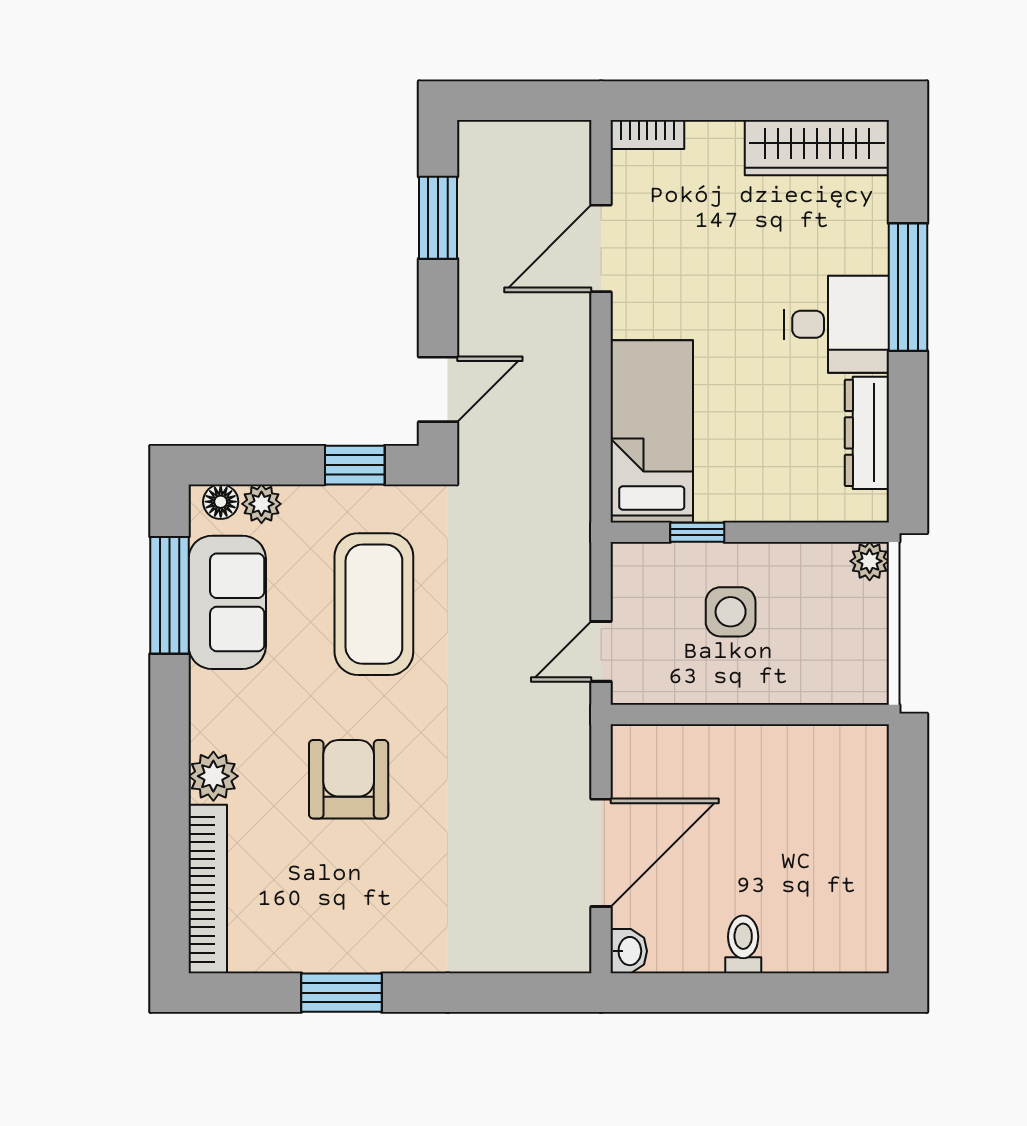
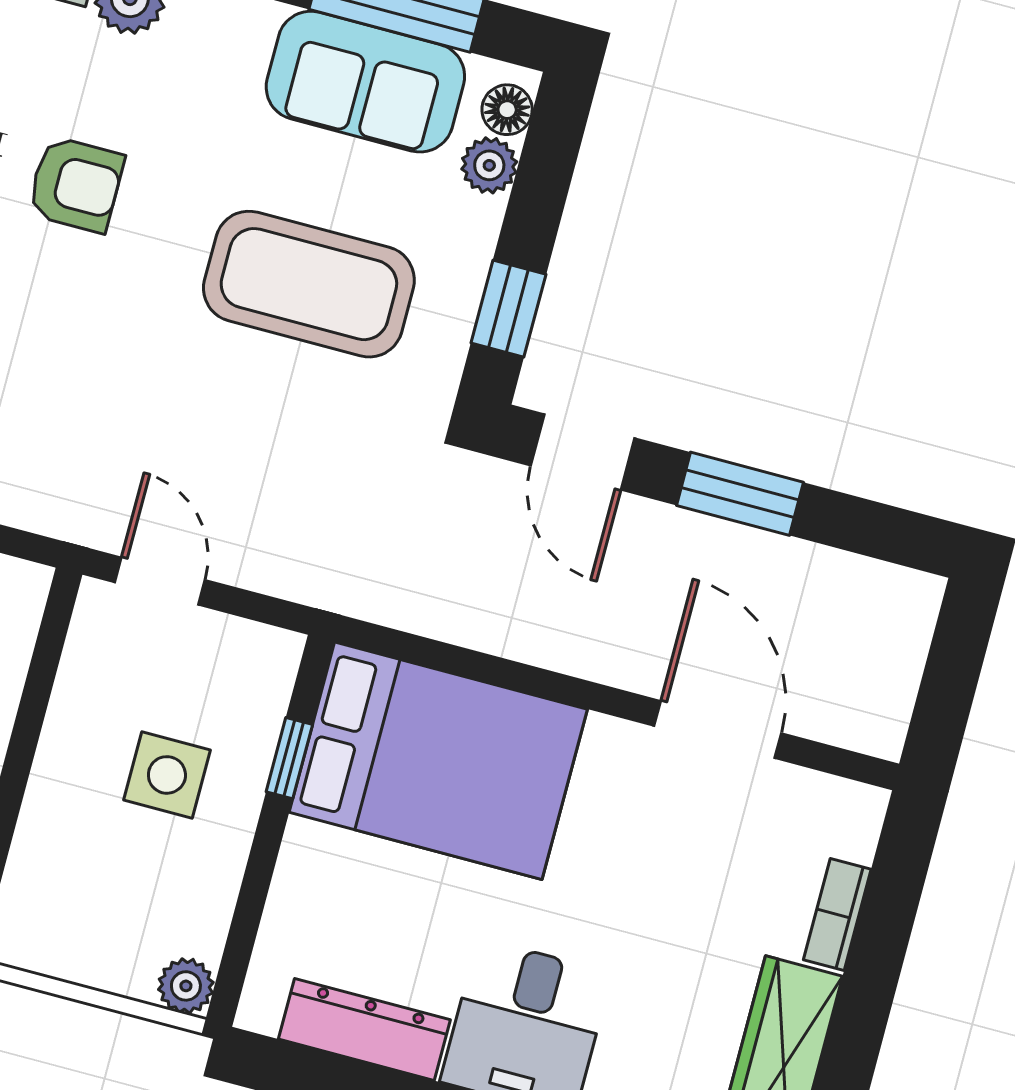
bookcase: (647, 134) -> (837, 915), moved
window: (438, 218) -> (740, 494), moved
bed: (652, 431) -> (438, 761), width x1.50
armchair: (349, 779) -> (76, 184), width x0.72, depth x0.72

